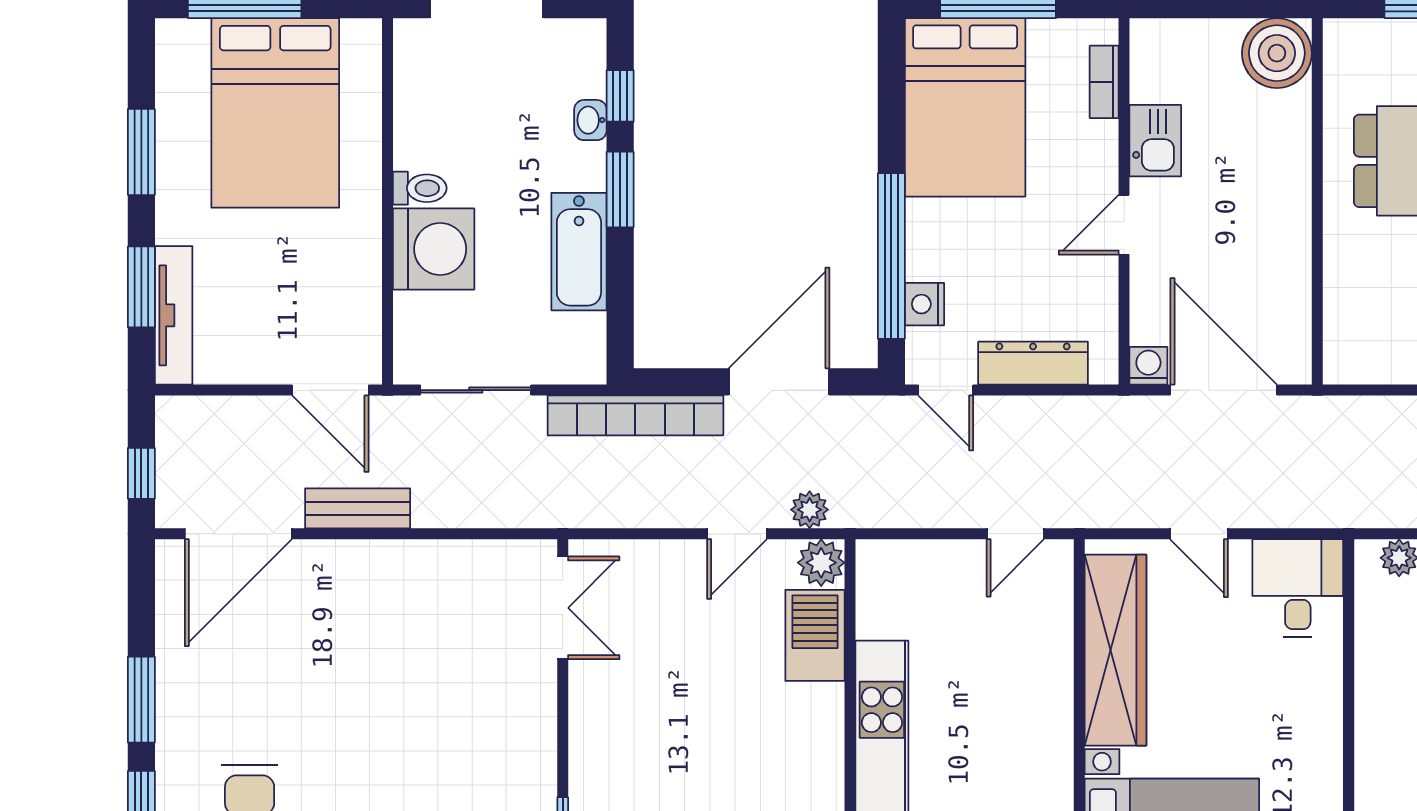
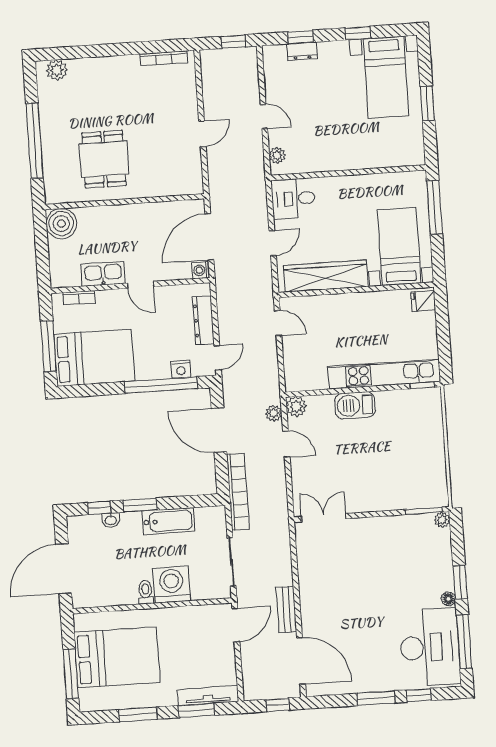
kitchen sink: (1155, 141) -> (103, 274), width x1.38
barbecue: (815, 635) -> (355, 405), moved

